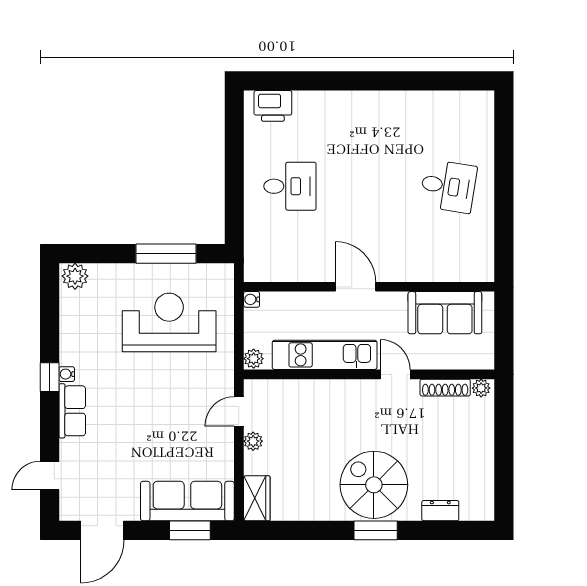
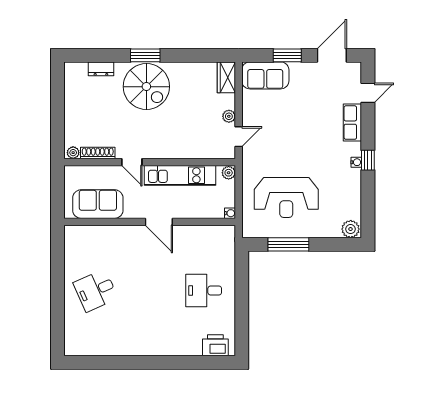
desk: (448, 186) -> (96, 290), turned -33
row of seats: (72, 411) -> (352, 123), moved
sofa: (187, 501) -> (265, 75), width x0.73
window: (190, 530) -> (287, 55), moved

